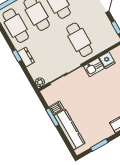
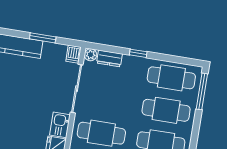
dresser: (26, 57) -> (110, 58), moved
dishwasher: (56, 108) -> (73, 54), moved

